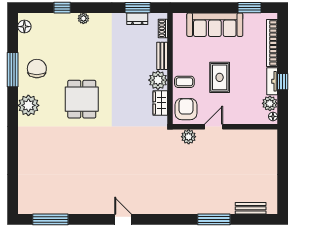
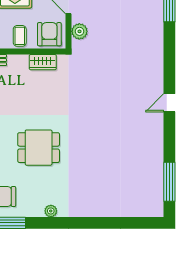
plant: (158, 80) -> (18, 65), removed
plant: (28, 105) -> (51, 211), width x0.53, depth x0.53
armchair: (186, 109) -> (49, 34), turned 90

